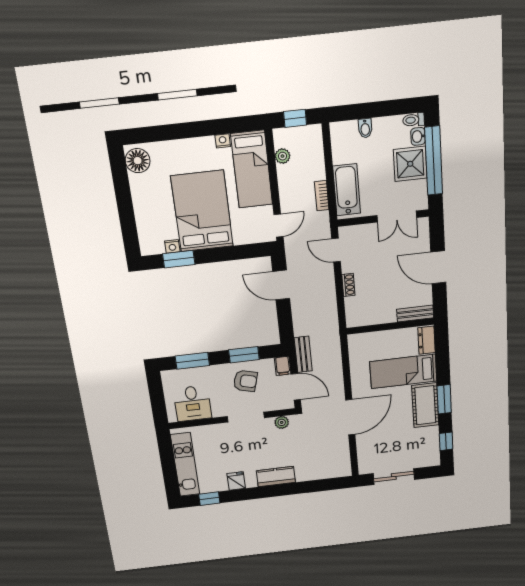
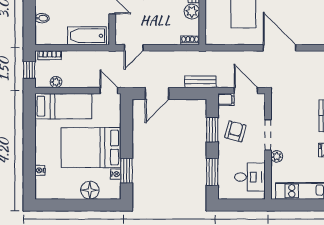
nightstand: (223, 141) -> (40, 170), moved
floor lamp: (138, 161) -> (90, 190), moved
bookcase: (322, 196) -> (50, 55), moved
shoe rack: (348, 285) -> (190, 40), moved
plant: (386, 315) -> (192, 12), added
bench: (303, 354) -> (200, 82), moved
door: (296, 387) -> (246, 91), hinge flipped
plant: (282, 422) -> (277, 156), moved

